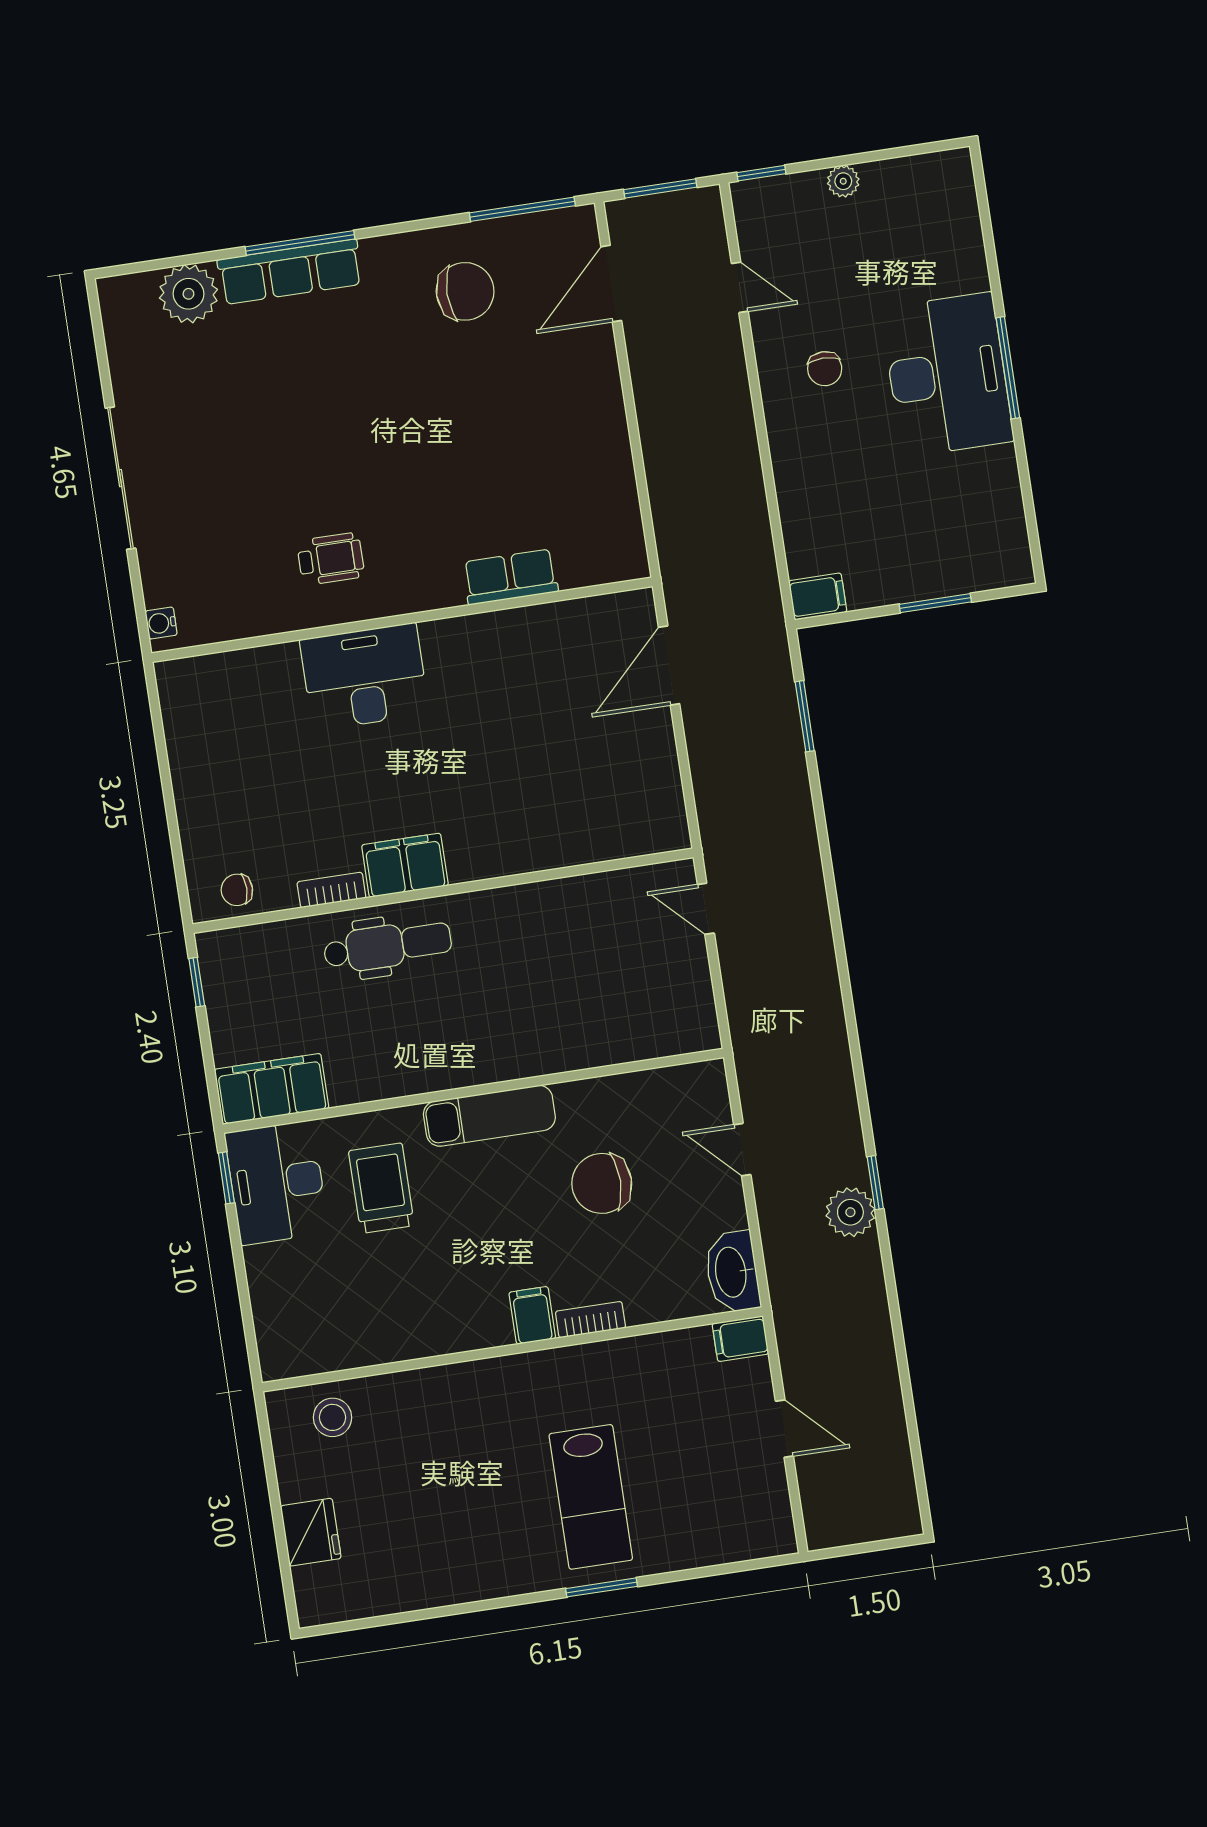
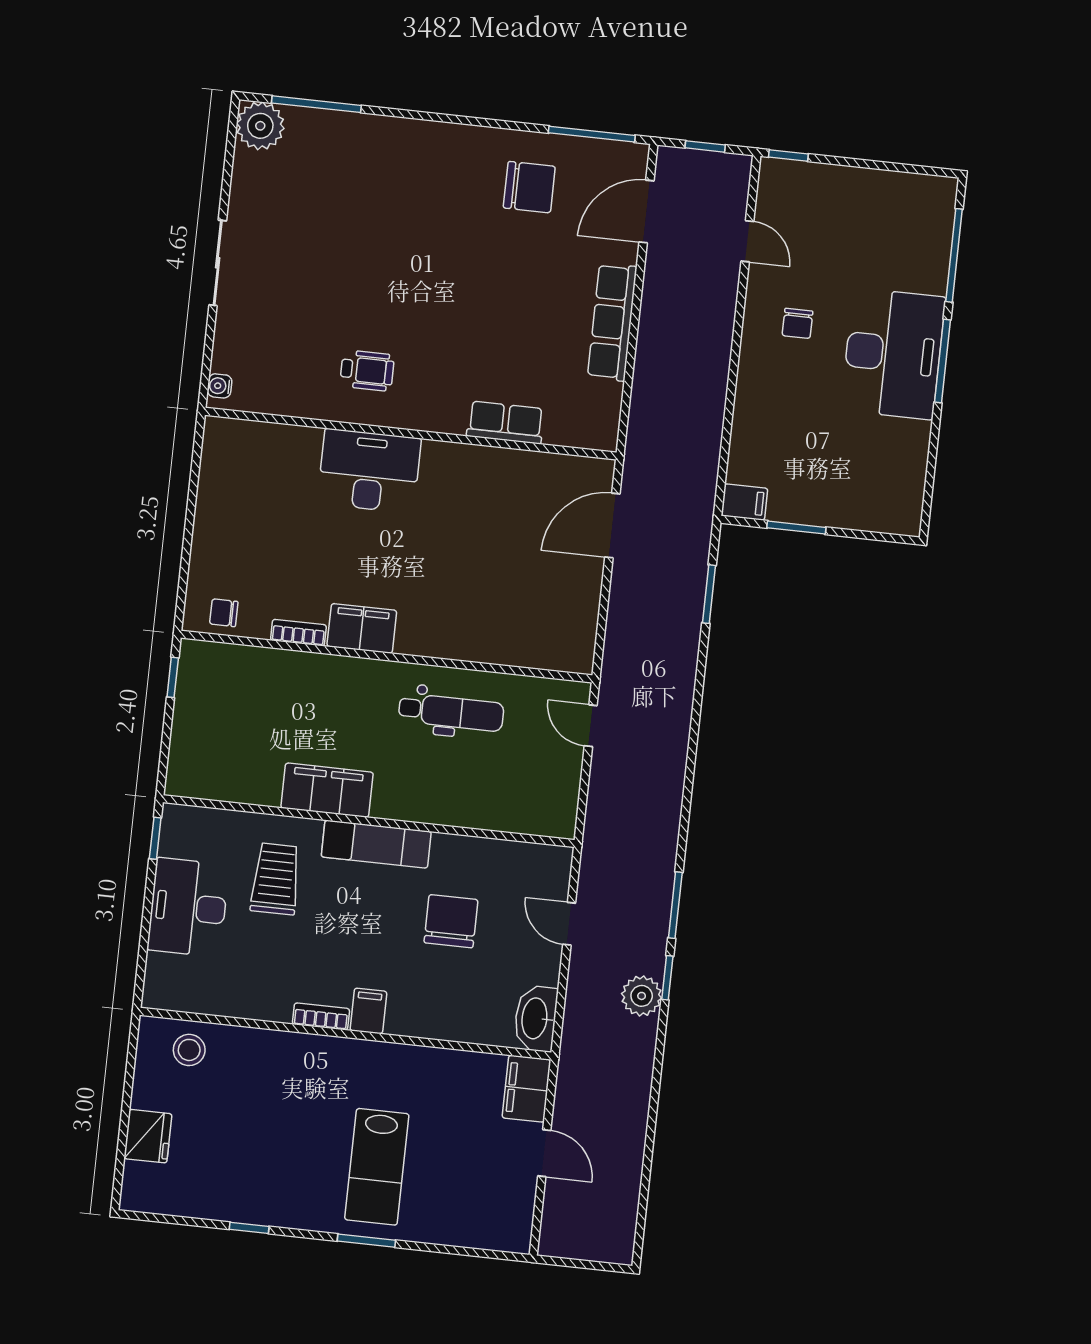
plant: (843, 181) -> (851, 179), removed
window: (660, 188) -> (705, 146), width x0.67
window: (988, 239) -> (954, 255), added
window: (300, 243) -> (316, 104), moved
row of seats: (290, 272) -> (612, 322), moved, turned 90
plant: (188, 294) -> (260, 126), moved
sliding door: (120, 478) -> (218, 263), width x0.73
window: (935, 603) -> (796, 528), moved
dental chair: (388, 946) -> (451, 712), moved
filing cabinet: (272, 1089) -> (327, 790), moved
window: (862, 1094) -> (675, 905), added
desk: (277, 1183) -> (188, 907), moved
chair: (602, 1183) -> (451, 921), turned 90
bookcase: (590, 1320) -> (321, 1016), moved
filing cabinet: (740, 1339) -> (526, 1089), width x2.00
window: (459, 1609) -> (249, 1228), added

